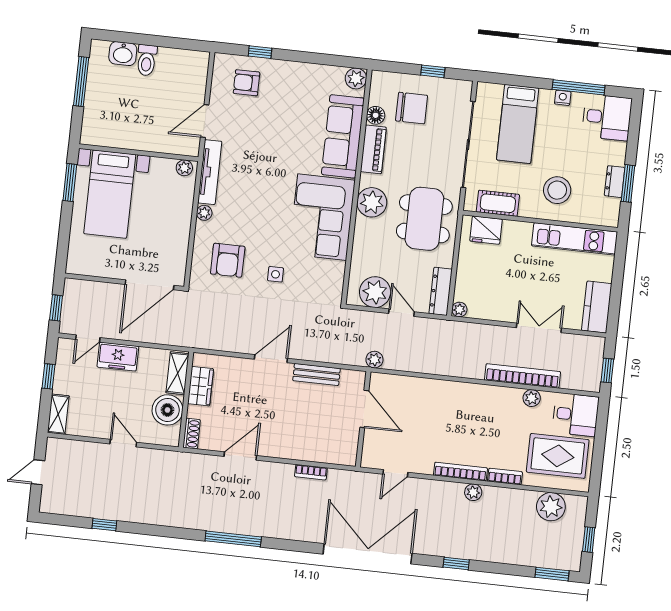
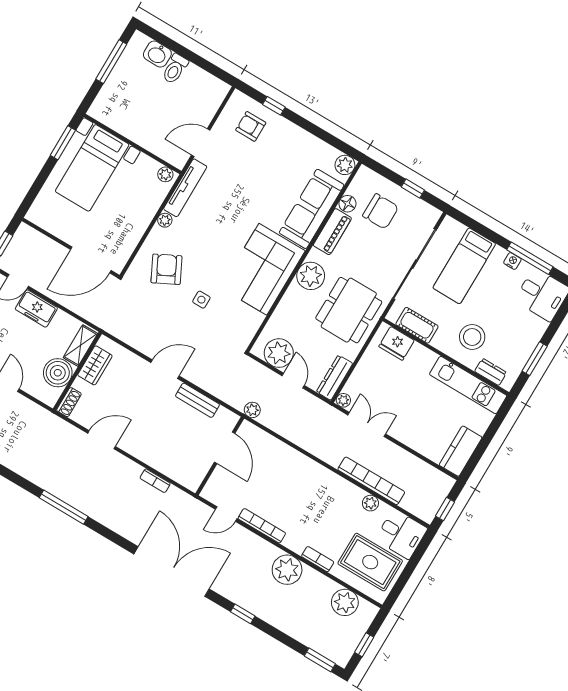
dresser: (615, 182) -> (491, 372), moved, turned 90
armchair: (228, 260) -> (166, 269), turned 153
double door: (539, 328) -> (367, 424), moved
bookcase: (460, 472) -> (262, 526), moved
plant: (473, 492) -> (287, 570), width x1.88, depth x1.88

